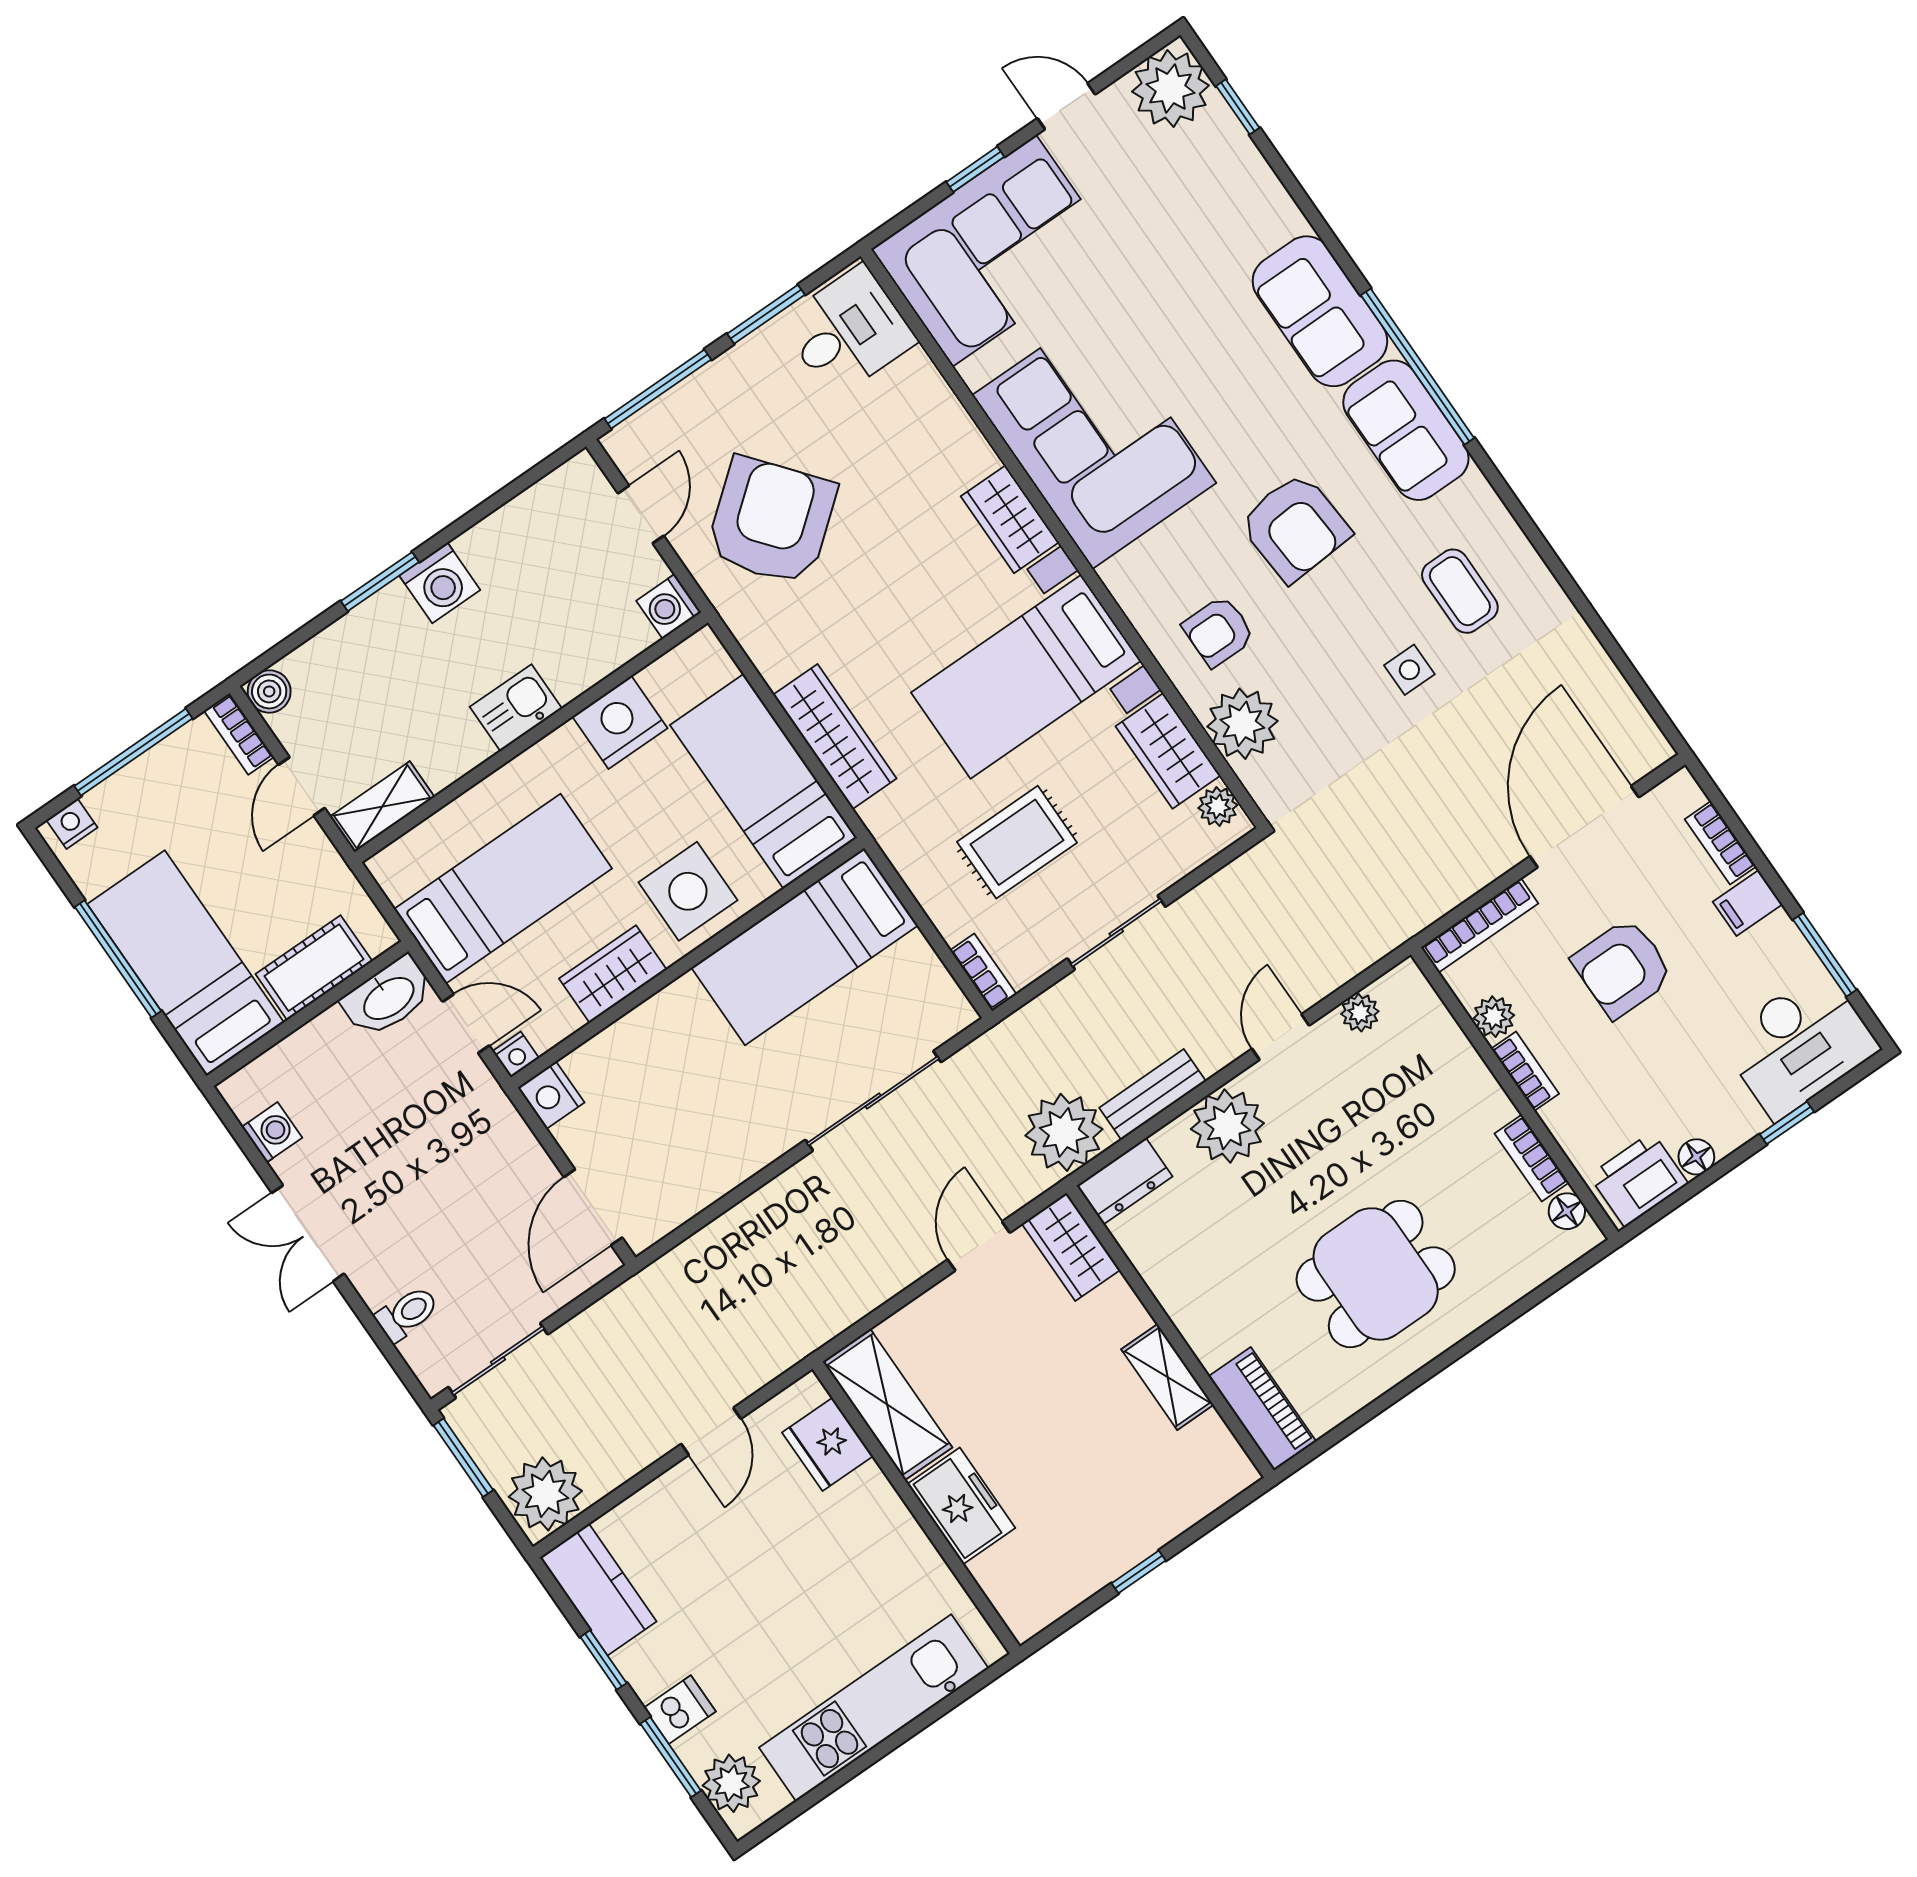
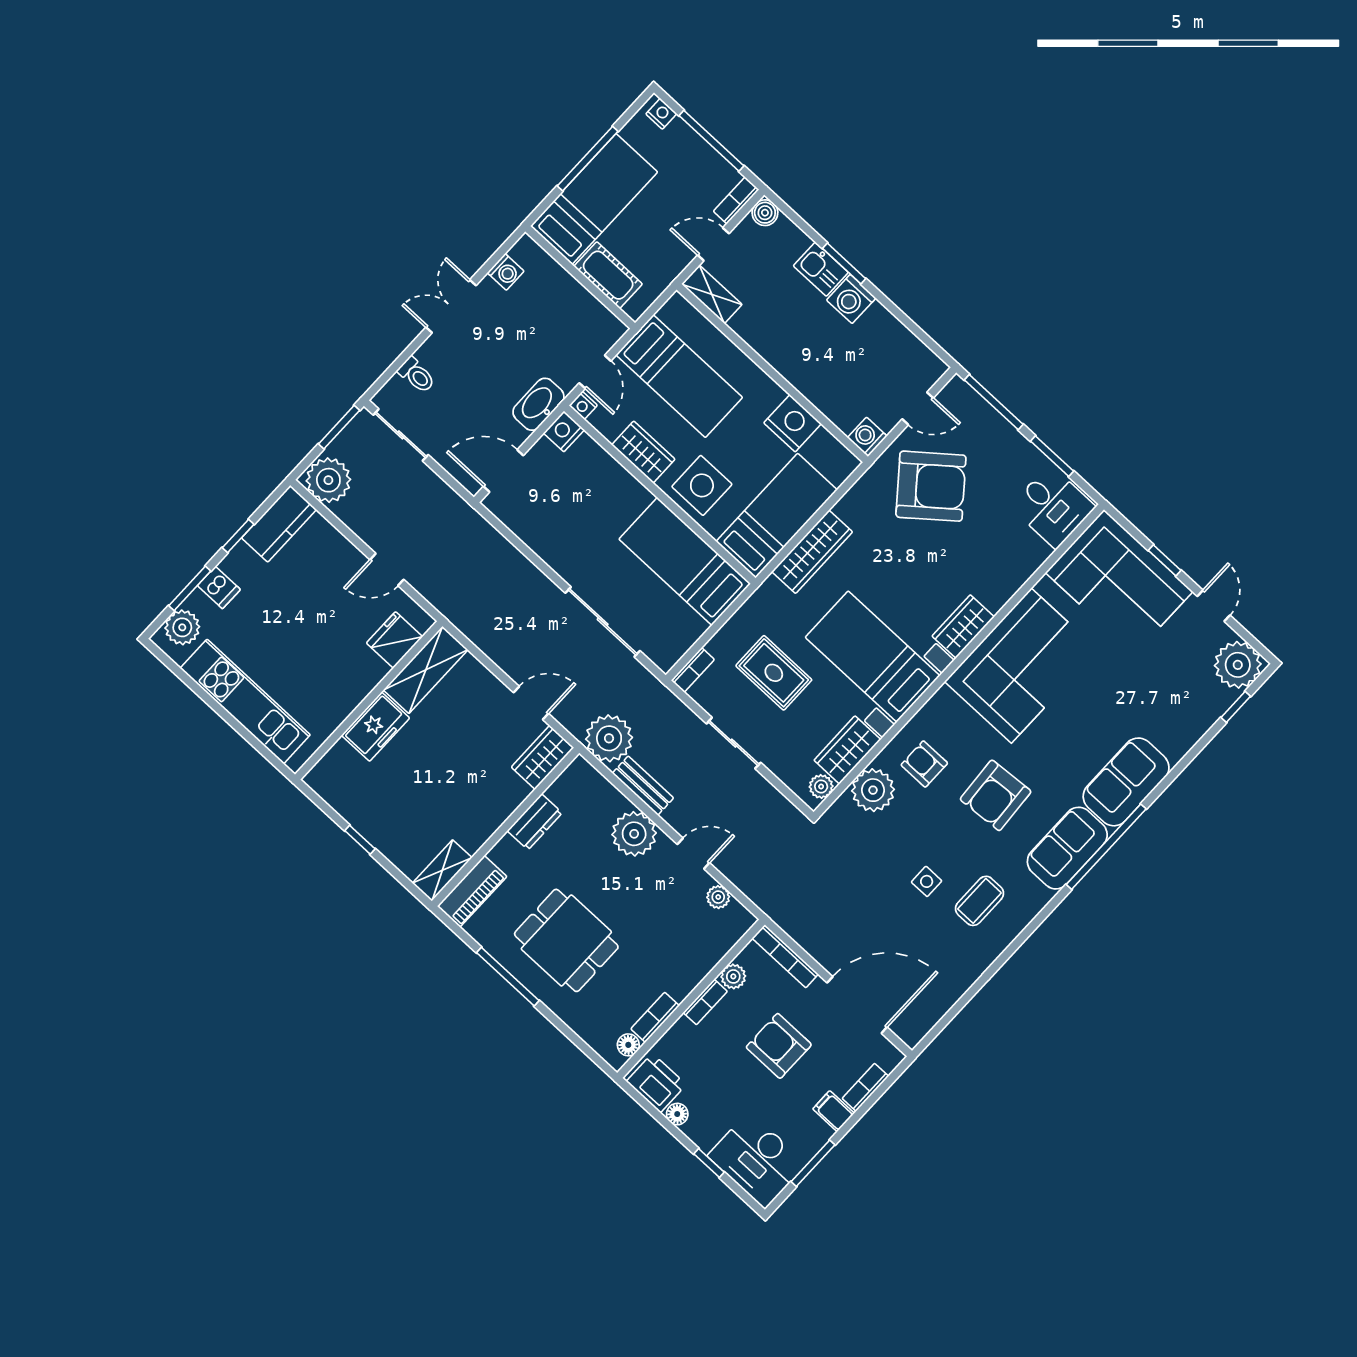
kitchen sink: (516, 708) -> (821, 269), moved, turned 180
washbasin: (388, 997) -> (538, 404), moved, turned 90
dresser: (1125, 1181) -> (535, 822), moved, turned -90
shelving: (1167, 1377) -> (442, 870), moved
window: (1413, 1382) -> (508, 977), added

